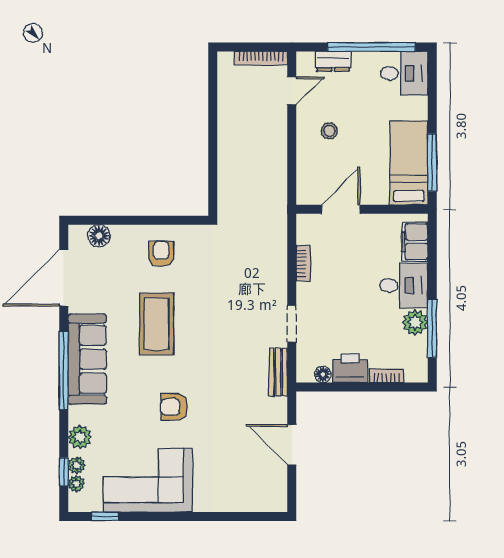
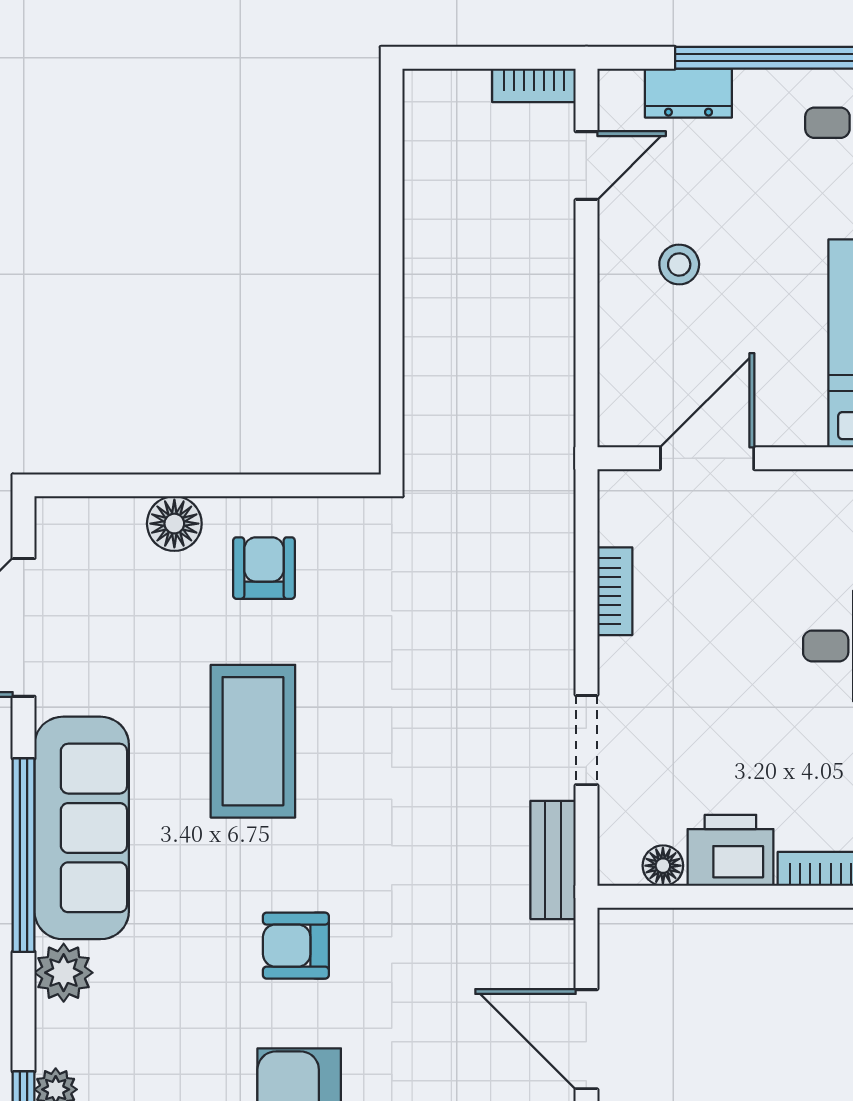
bookcase: (261, 58) -> (534, 85), width x0.64
floor lamp: (99, 236) -> (174, 524), moved
plant: (80, 437) -> (64, 973), moved

